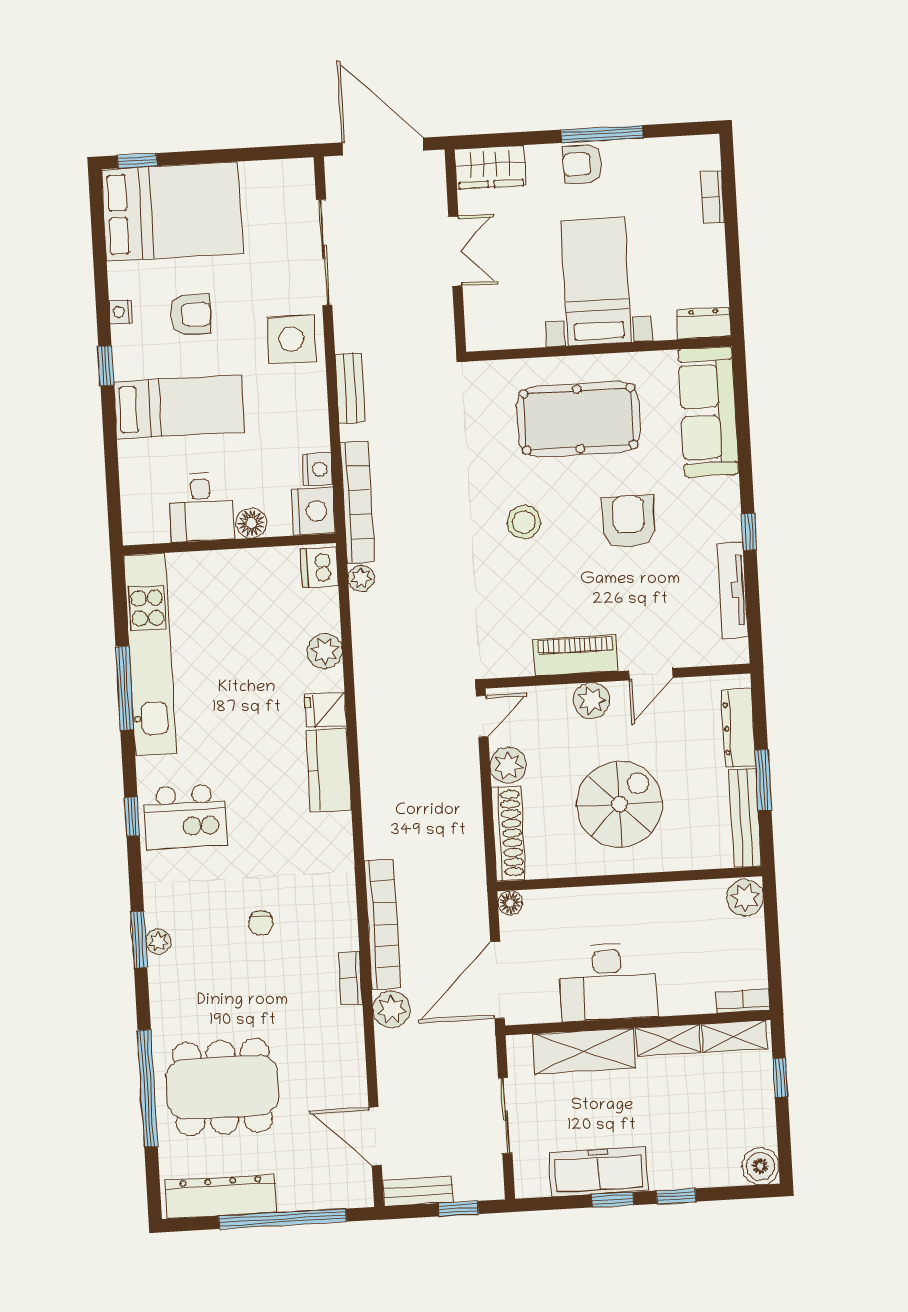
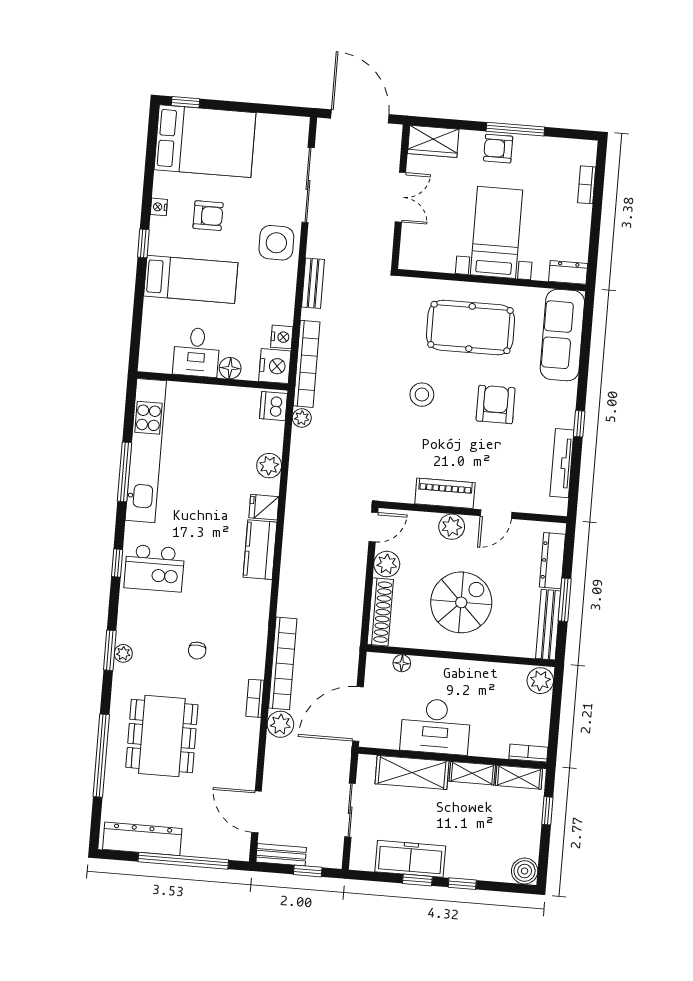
floor lamp: (510, 903) -> (402, 663), moved
dining table: (222, 1087) -> (162, 736), moved, turned 90

